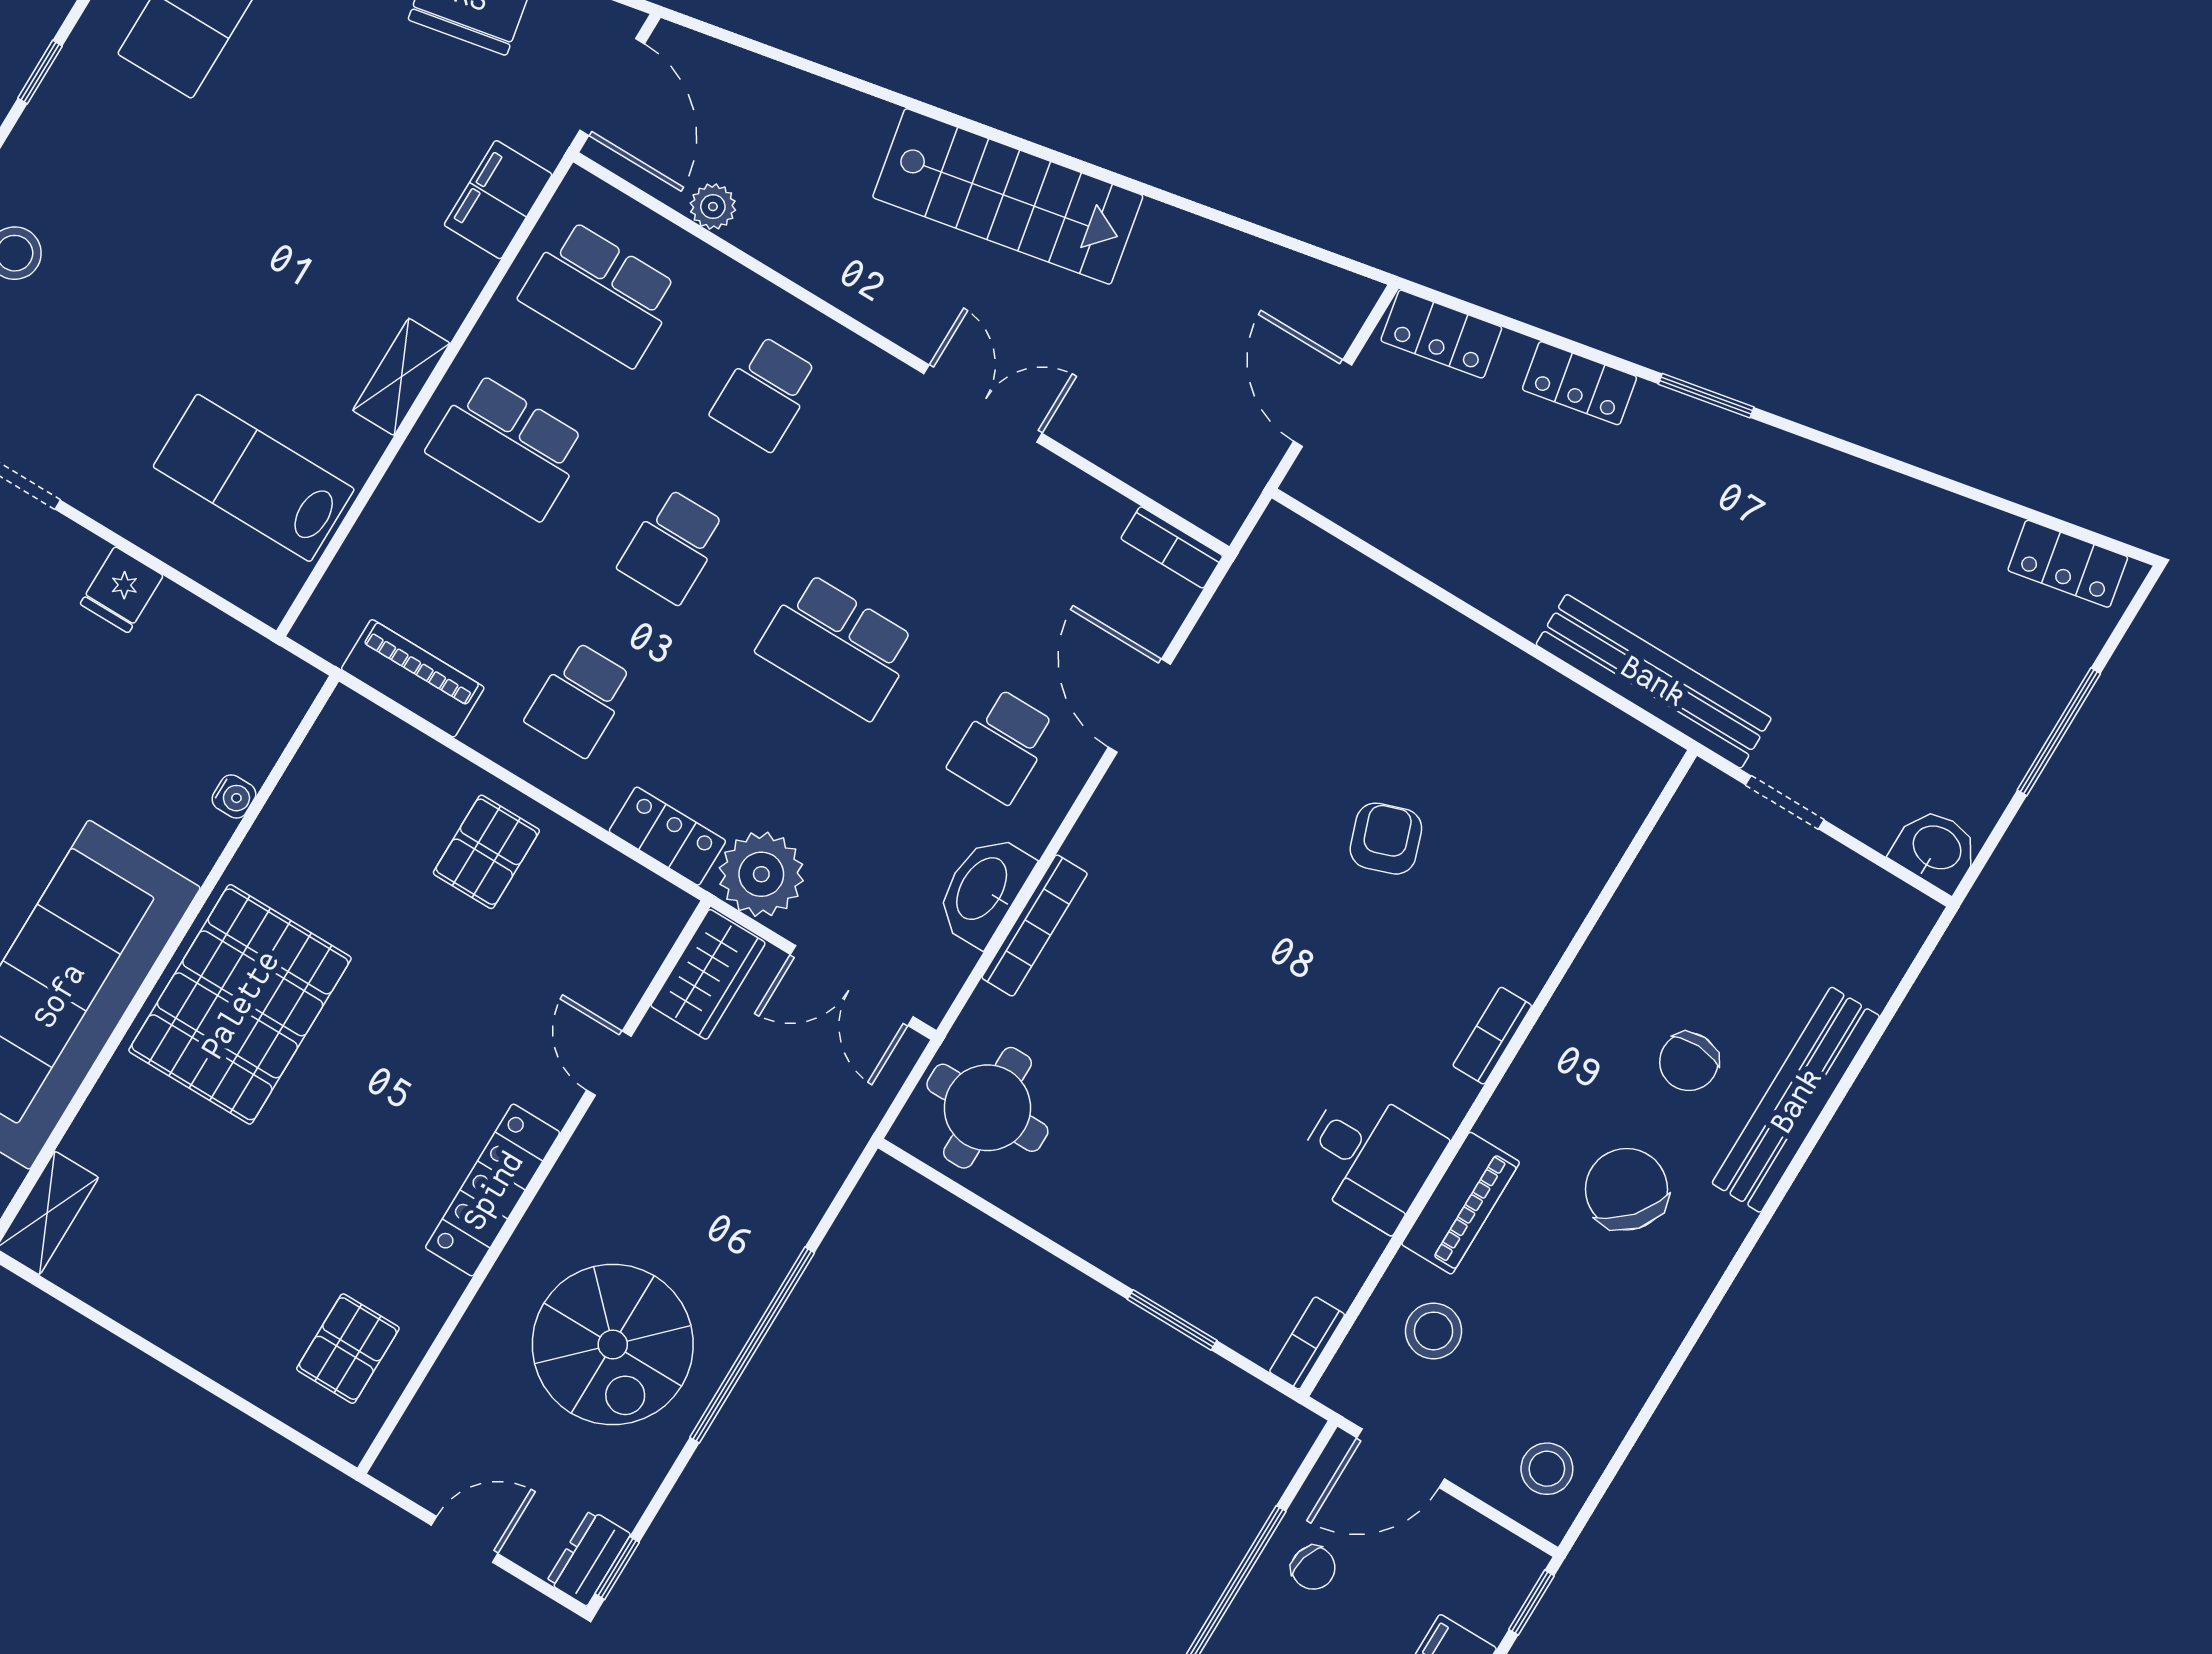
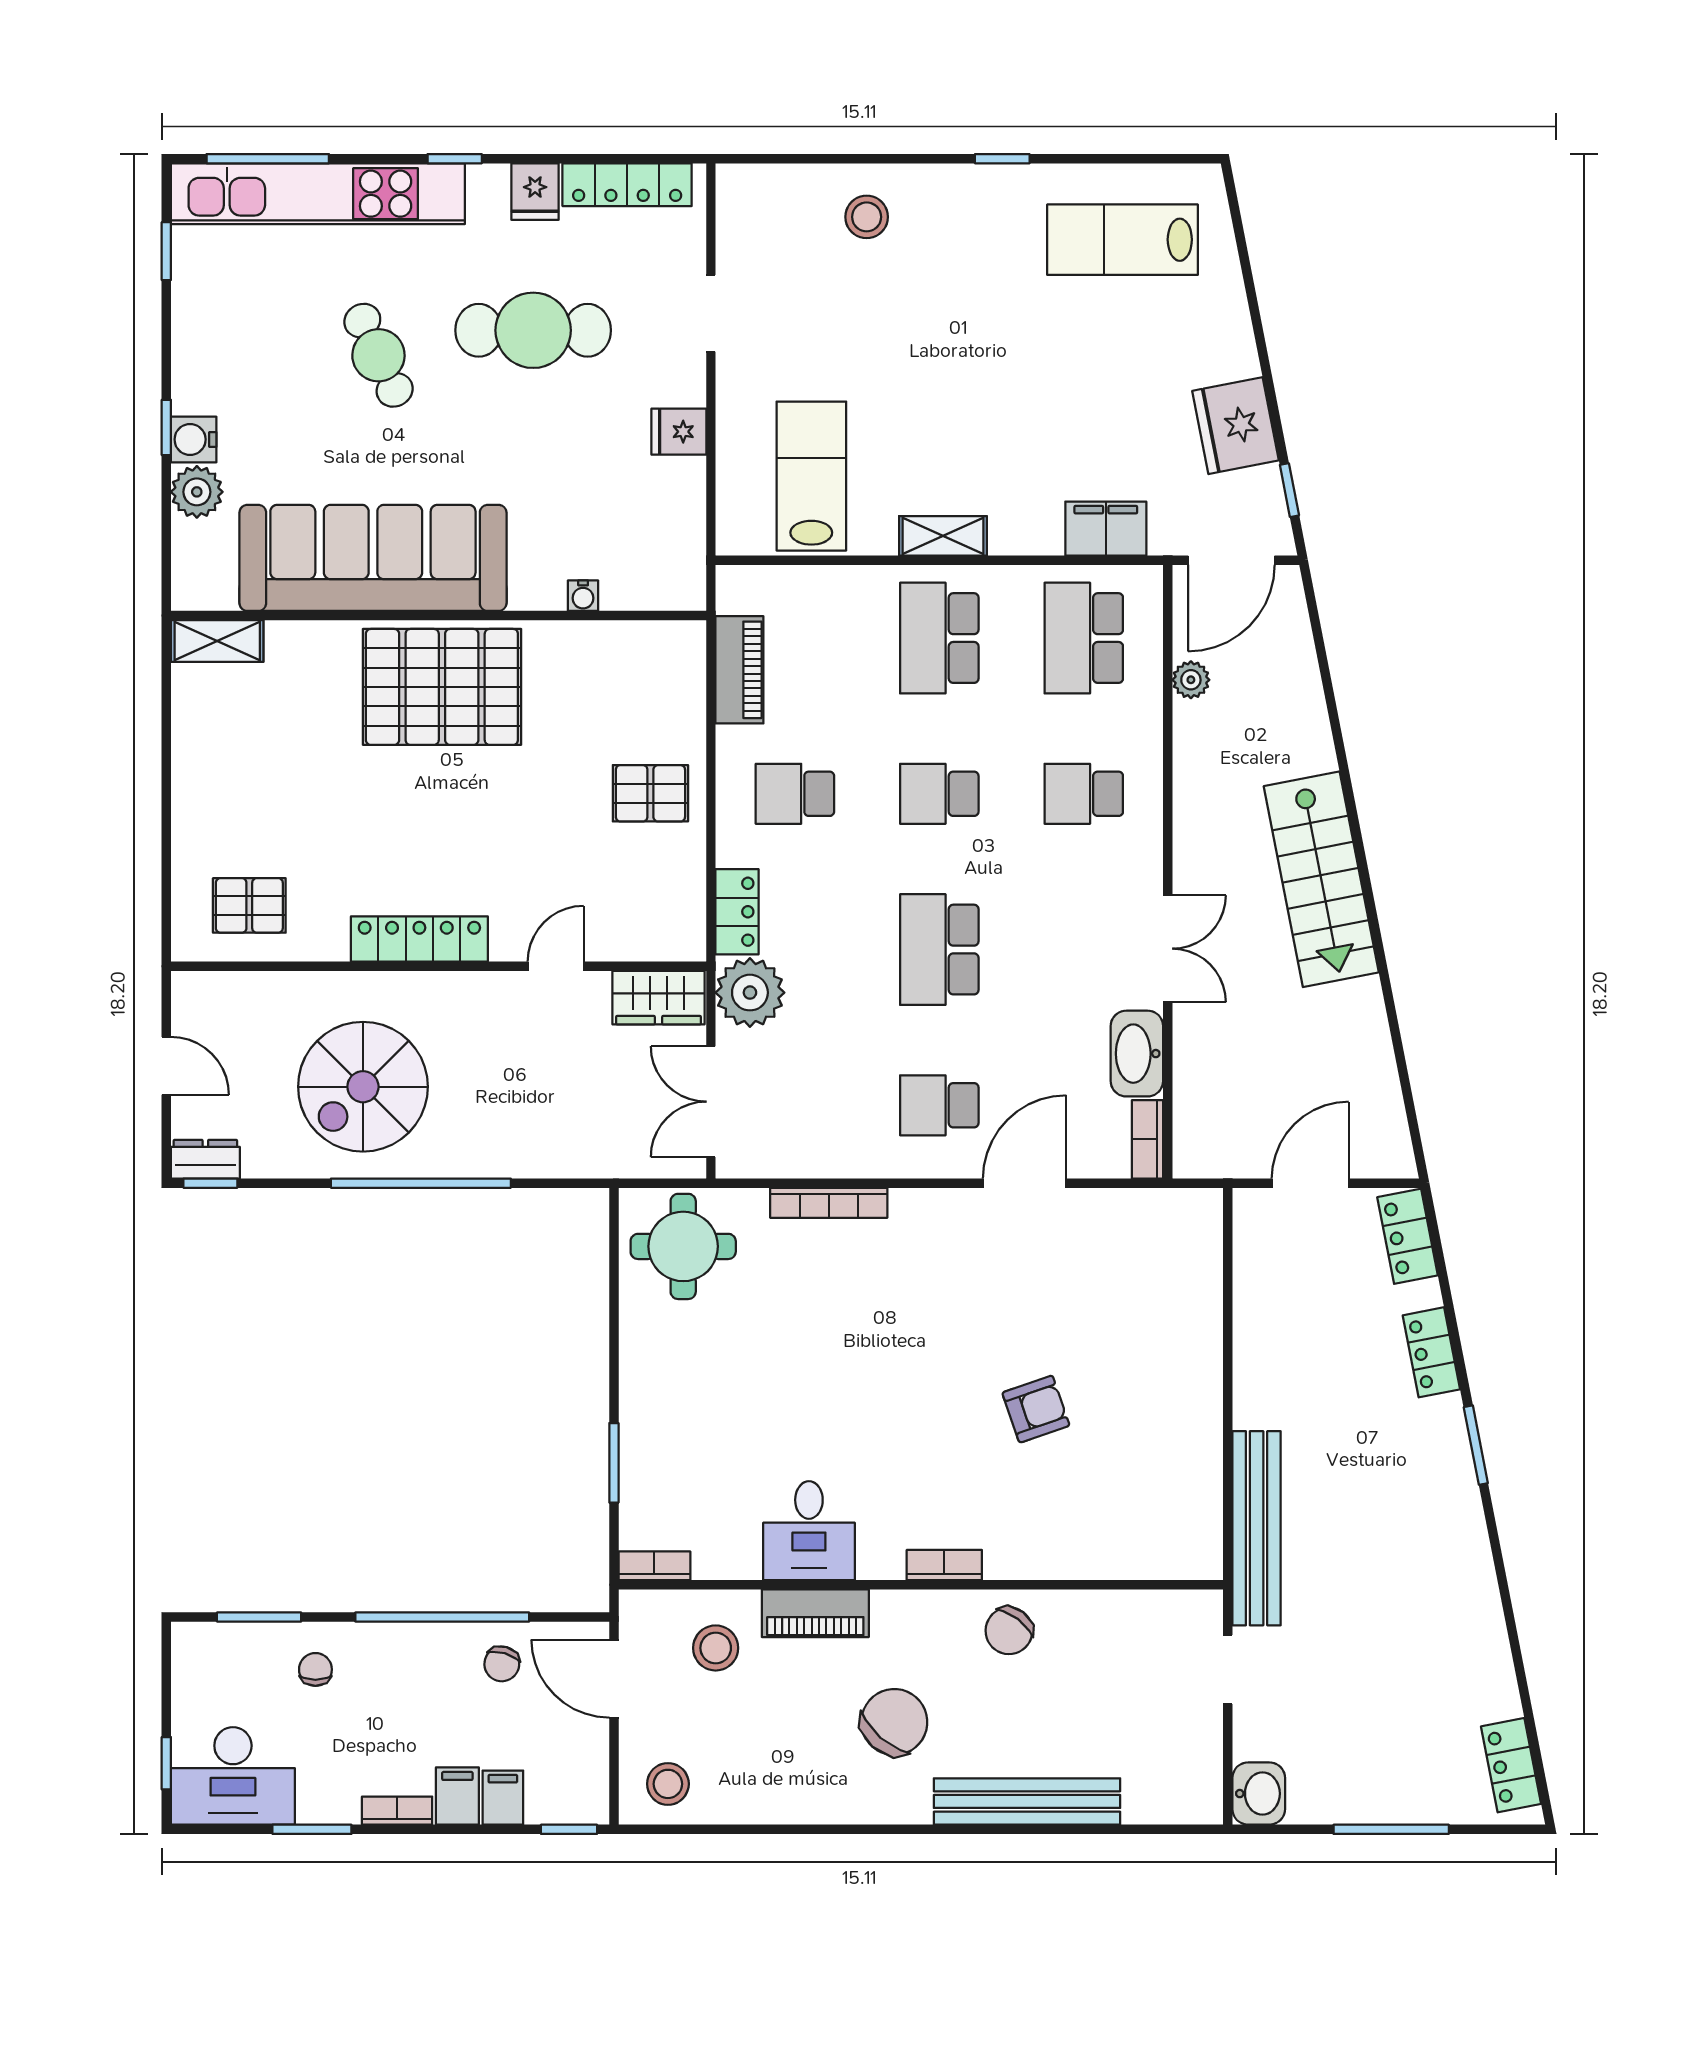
washbasin: (983, 890) -> (1137, 1054), moved, turned -90
chair: (1689, 1062) -> (1009, 1631), moved, turned -55

